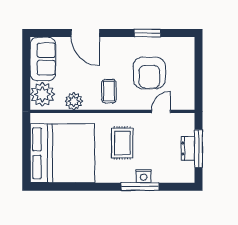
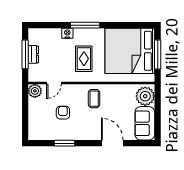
armchair: (149, 73) -> (63, 113), width x0.53, depth x0.53
plant: (74, 101) -> (35, 91), moved
window: (26, 148) -> (158, 54), added
window: (140, 187) -> (85, 25), moved

